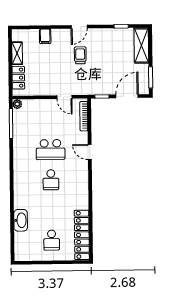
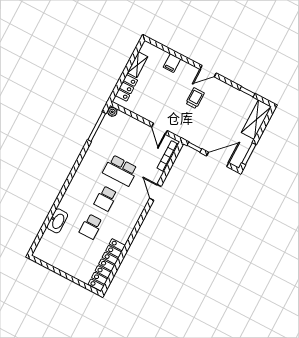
school desk: (52, 240) -> (91, 227), moved

